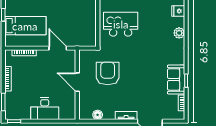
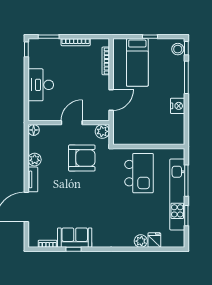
plant: (179, 33) -> (141, 241), moved
plant: (85, 56) -> (102, 131), added
plant: (109, 114) -> (35, 160), added
floor lamp: (98, 115) -> (34, 130), moved

